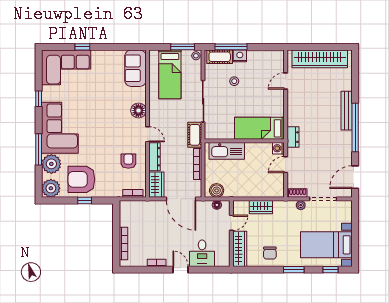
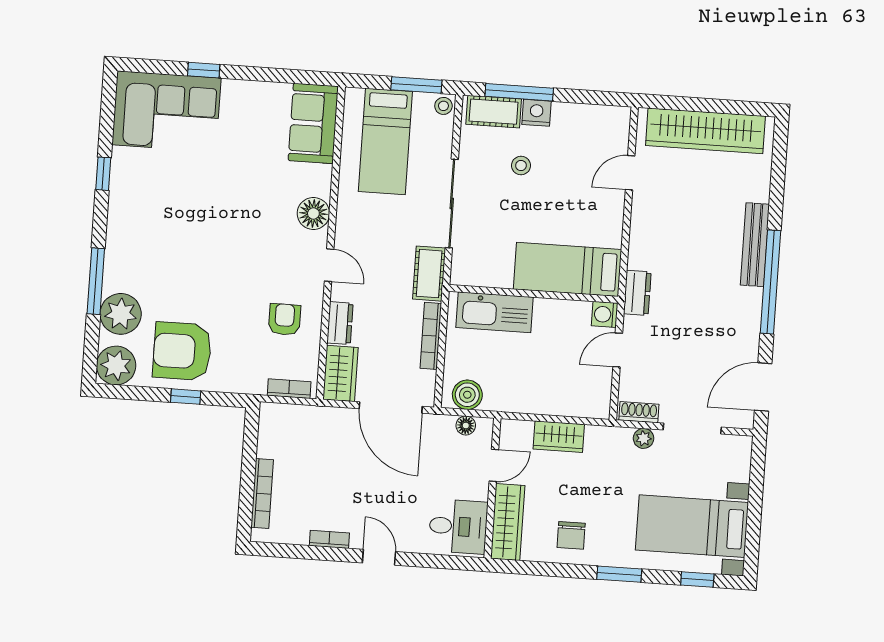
corner sofa: (60, 128) -> (144, 238), removed
dresser: (155, 157) -> (340, 323), width x0.70
desk: (202, 253) -> (458, 526), moved, turned -90

